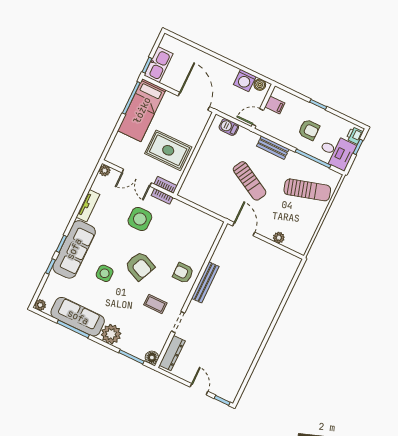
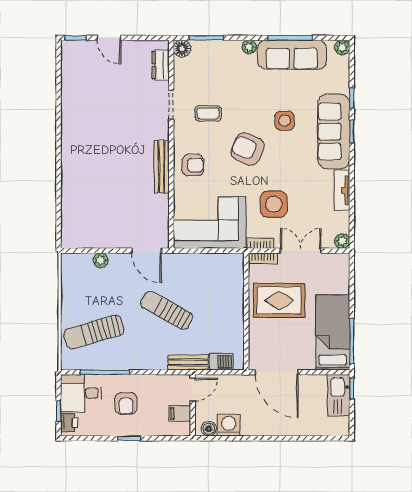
armchair: (309, 130) -> (126, 403), turned -90
bench: (273, 148) -> (188, 362), moved
corner sofa: (191, 227) -> (210, 223), added
plant: (111, 334) -> (249, 47), width x0.53, depth x0.53
dresser: (172, 353) -> (161, 65), width x0.70

